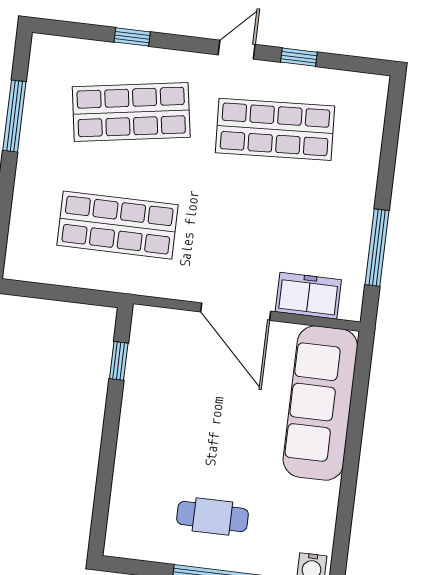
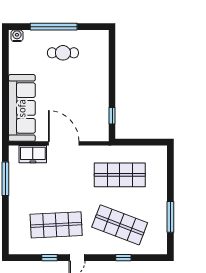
shop shelf: (131, 112) -> (120, 225), turned 30

